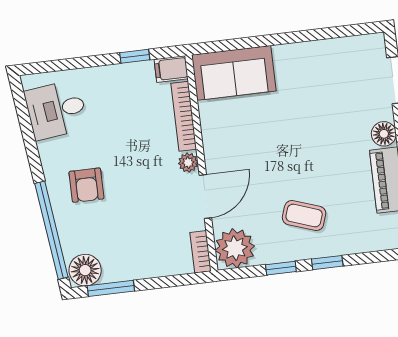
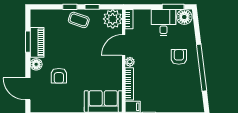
desk: (56, 110) -> (164, 23), moved, turned -83
armchair: (333, 116) -> (59, 76), added
coffee table: (304, 216) -> (79, 20), moved
window: (51, 230) -> (202, 68), moved

